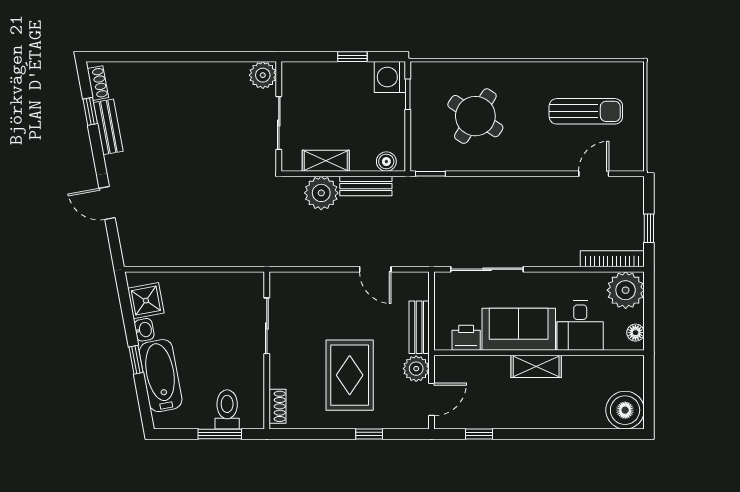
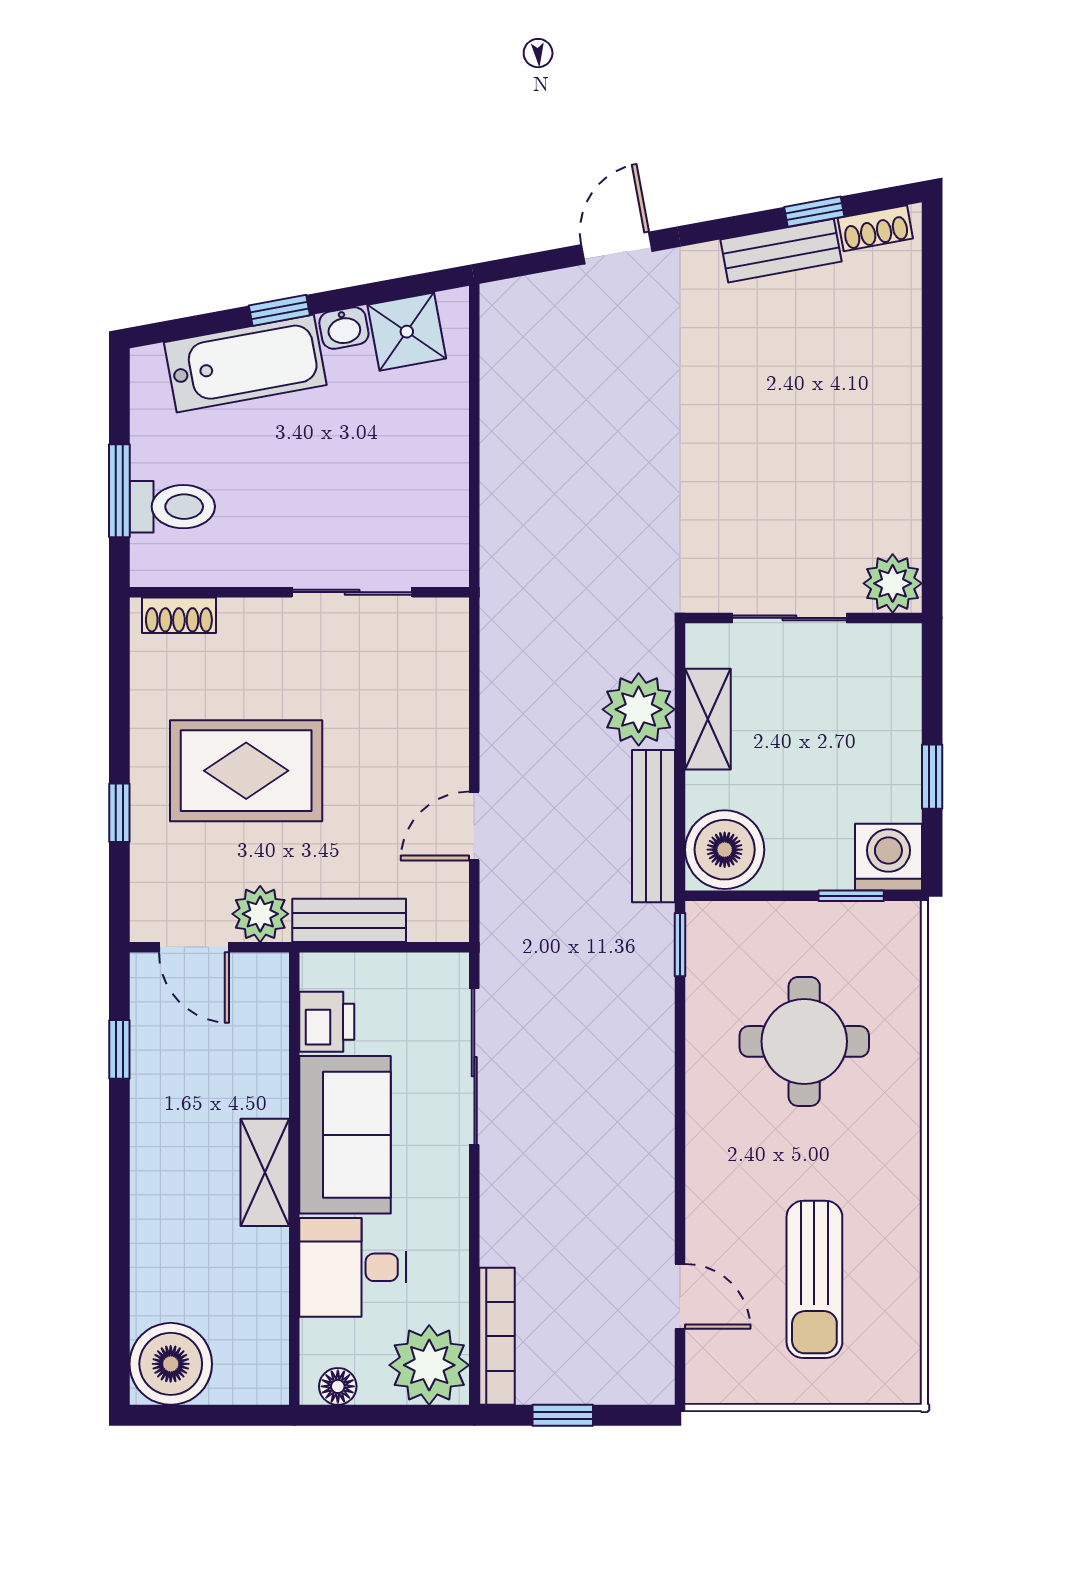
round table: (475, 116) -> (804, 1041), turned -33
boiler: (386, 162) -> (725, 850), width x1.86, depth x1.86
bench: (366, 186) -> (654, 826), width x1.36

